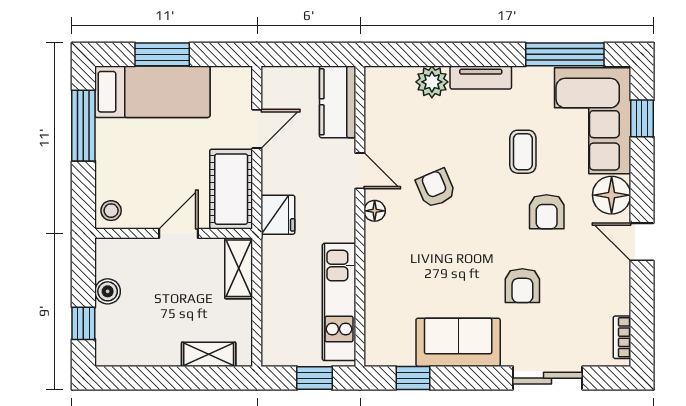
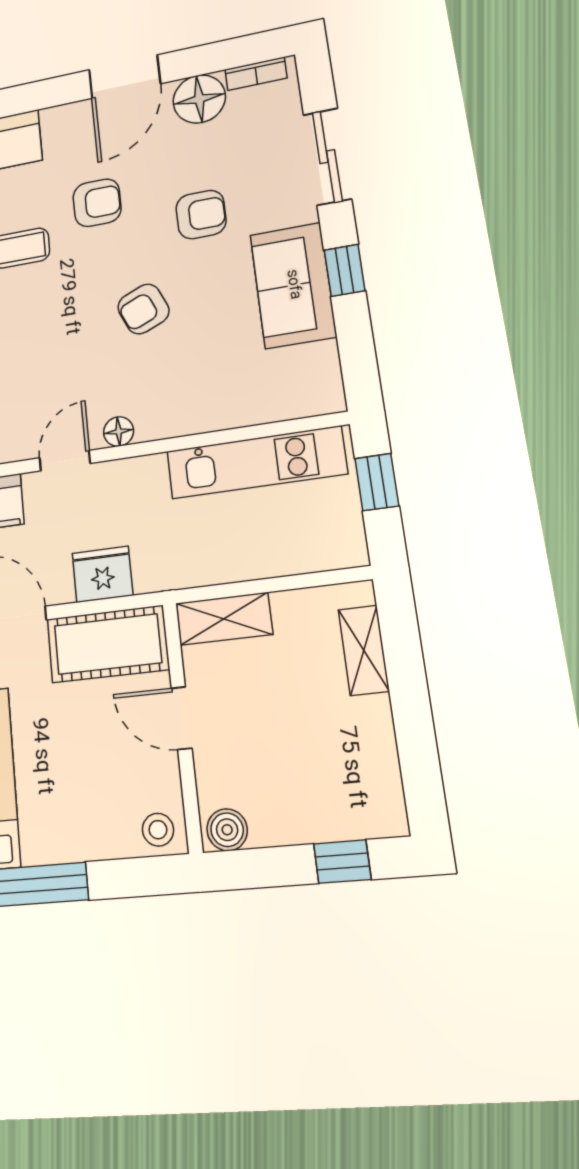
armchair: (436, 188) -> (143, 309), moved
floor lamp: (612, 195) -> (199, 99), moved
fridge: (278, 215) -> (102, 574), moved
door: (642, 242) -> (125, 77), width x1.38
boiler: (108, 291) -> (227, 830), moved
window: (413, 378) -> (345, 270), moved

